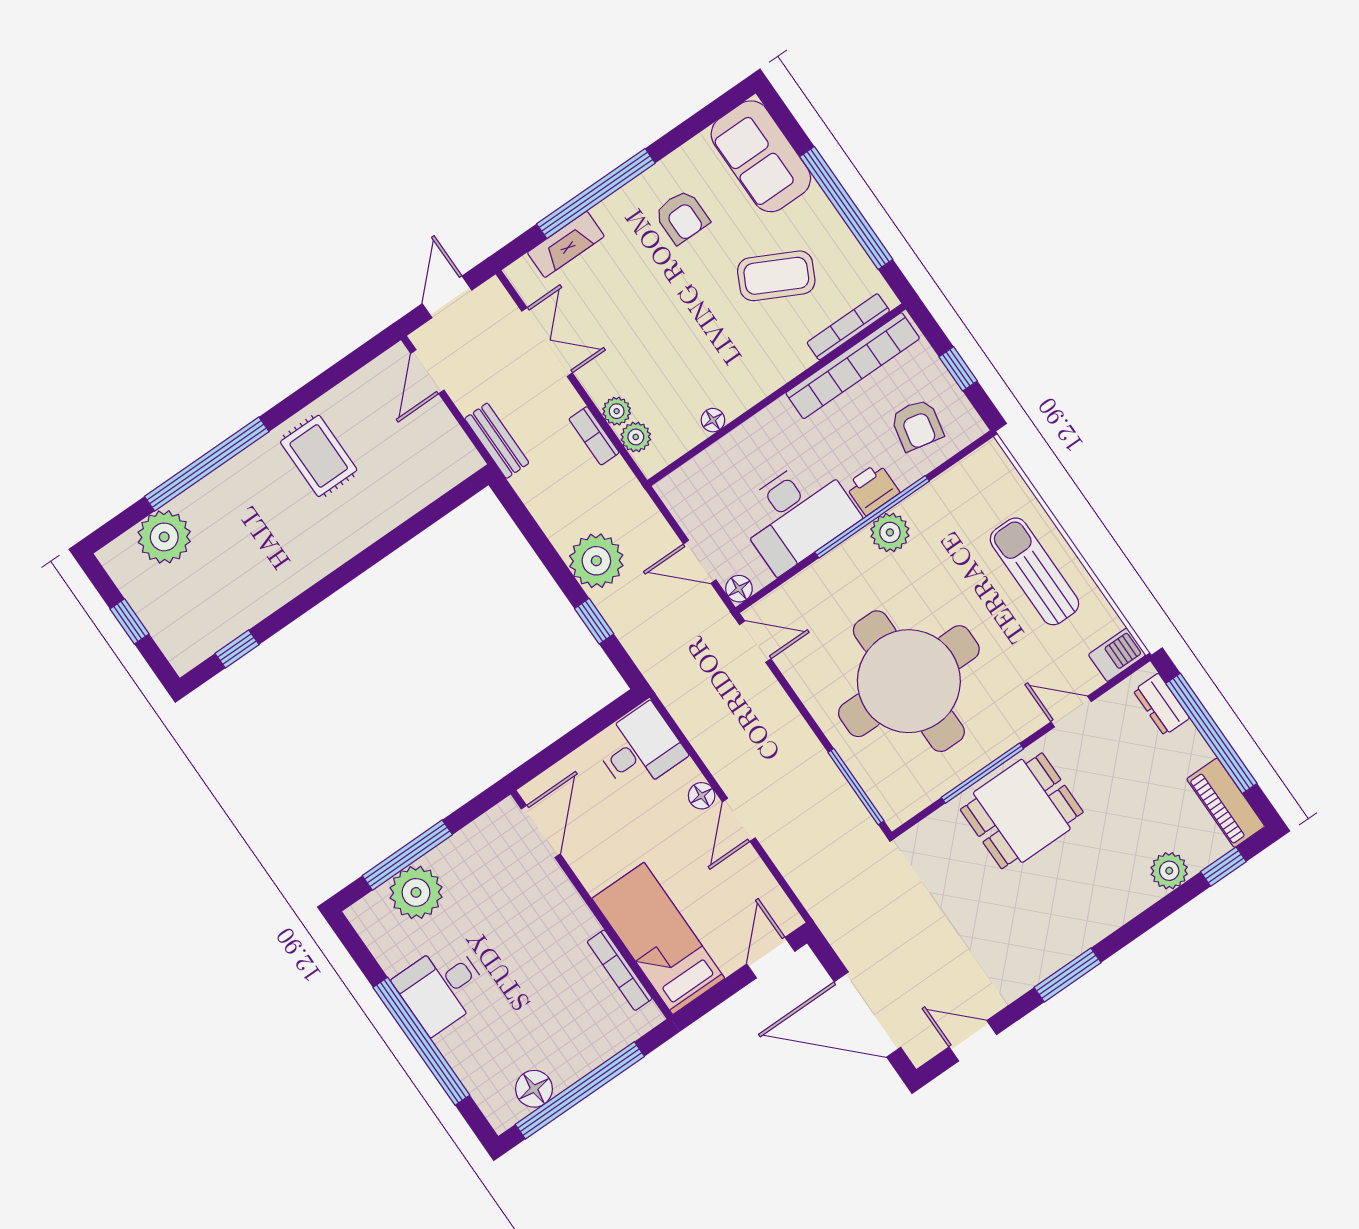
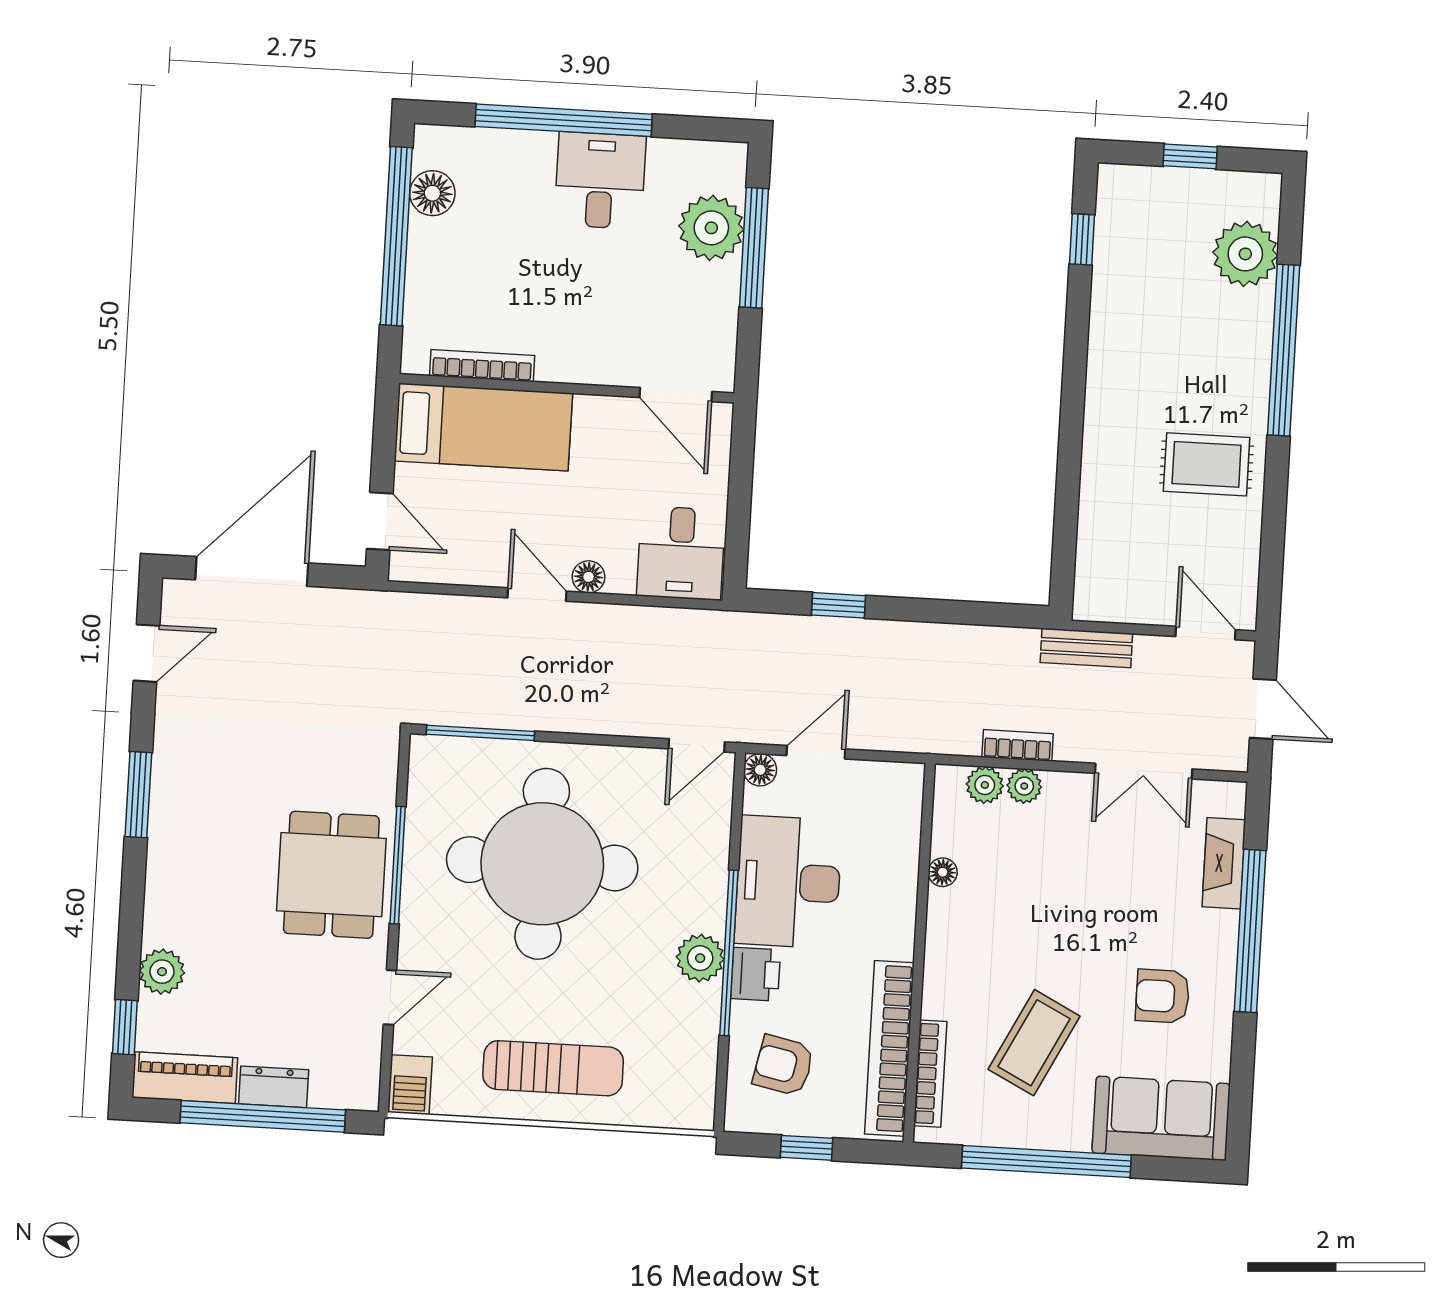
plant: (596, 561) -> (895, 653), removed
dresser: (1161, 704) -> (274, 1087), moved

